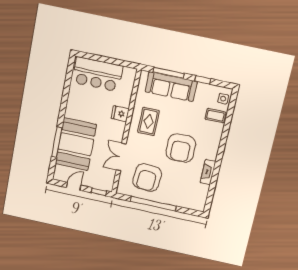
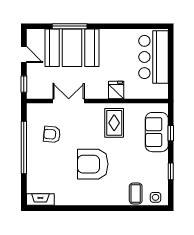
window: (168, 73) -> (171, 133), width x0.46
sofa: (171, 87) -> (157, 132), width x0.73
rug: (149, 121) -> (114, 123), turned 90
fireplace: (208, 172) -> (40, 200), moved
armchair: (147, 178) -> (52, 134), width x0.53, depth x0.53

